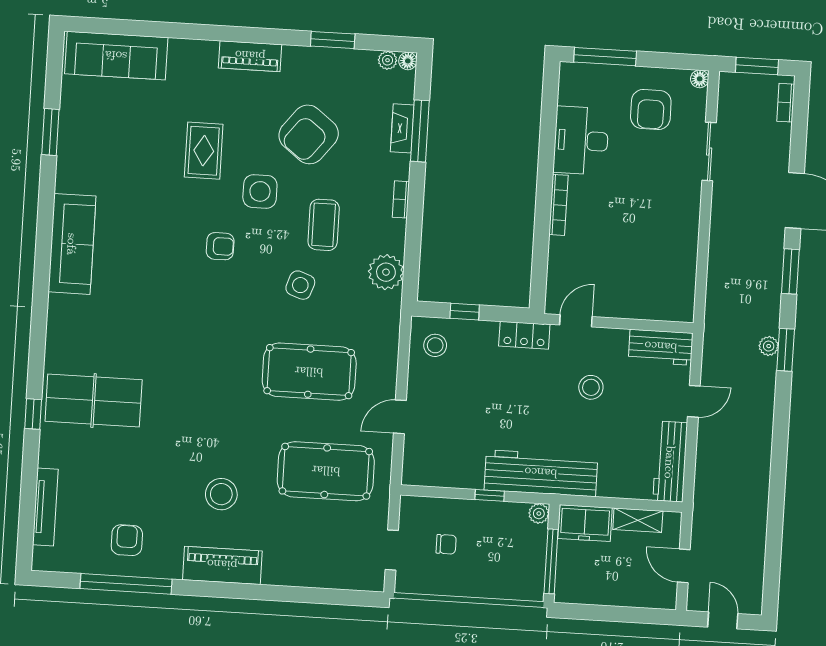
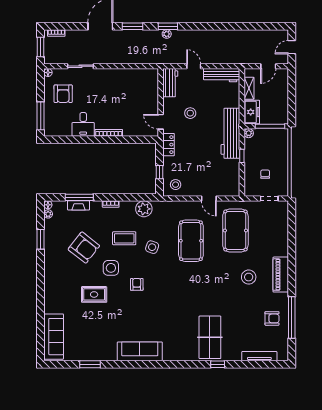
piano: (250, 56) -> (50, 276), removed
armchair: (651, 109) -> (63, 94), turned 90
desk: (581, 141) -> (83, 124), width x0.73
armchair: (127, 540) -> (272, 318), turned 180

